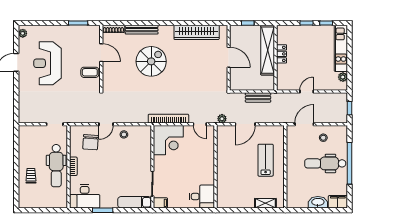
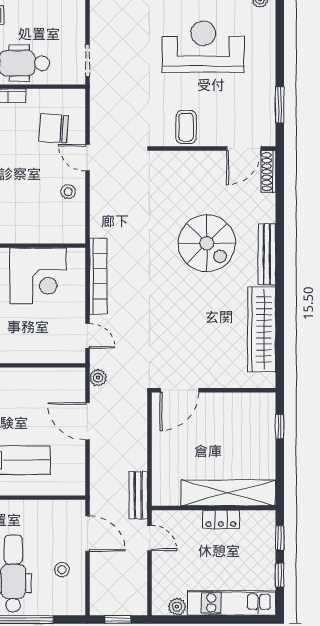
bench: (142, 30) -> (267, 254), moved
shelving: (268, 50) -> (228, 493), moved
door: (101, 53) -> (244, 149), moved
locker: (282, 54) -> (221, 519), moved
door: (229, 57) -> (179, 390), moved
wall: (275, 58) -> (214, 508), moved
bench: (258, 97) -> (138, 495), moved
door: (200, 124) -> (88, 336), swing flipped
corner desk: (168, 140) -> (38, 276), moved, turned -90

